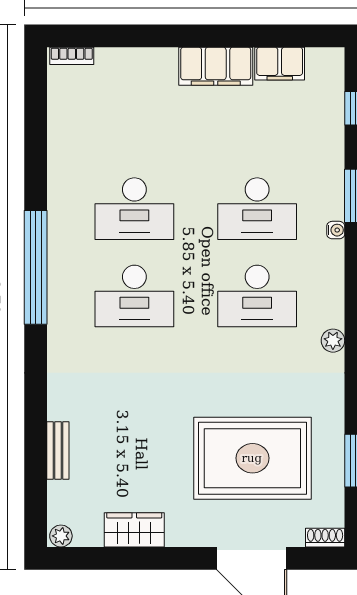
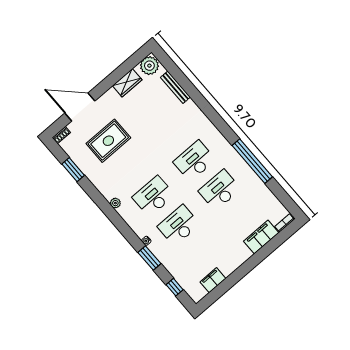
filing cabinet: (216, 66) -> (261, 237), moved
window: (36, 267) -> (252, 161), moved
bench: (58, 451) -> (175, 87), width x1.36
rug: (252, 458) -> (108, 141), width x0.73, depth x0.69
plant: (61, 536) -> (149, 66), width x1.88, depth x1.88

